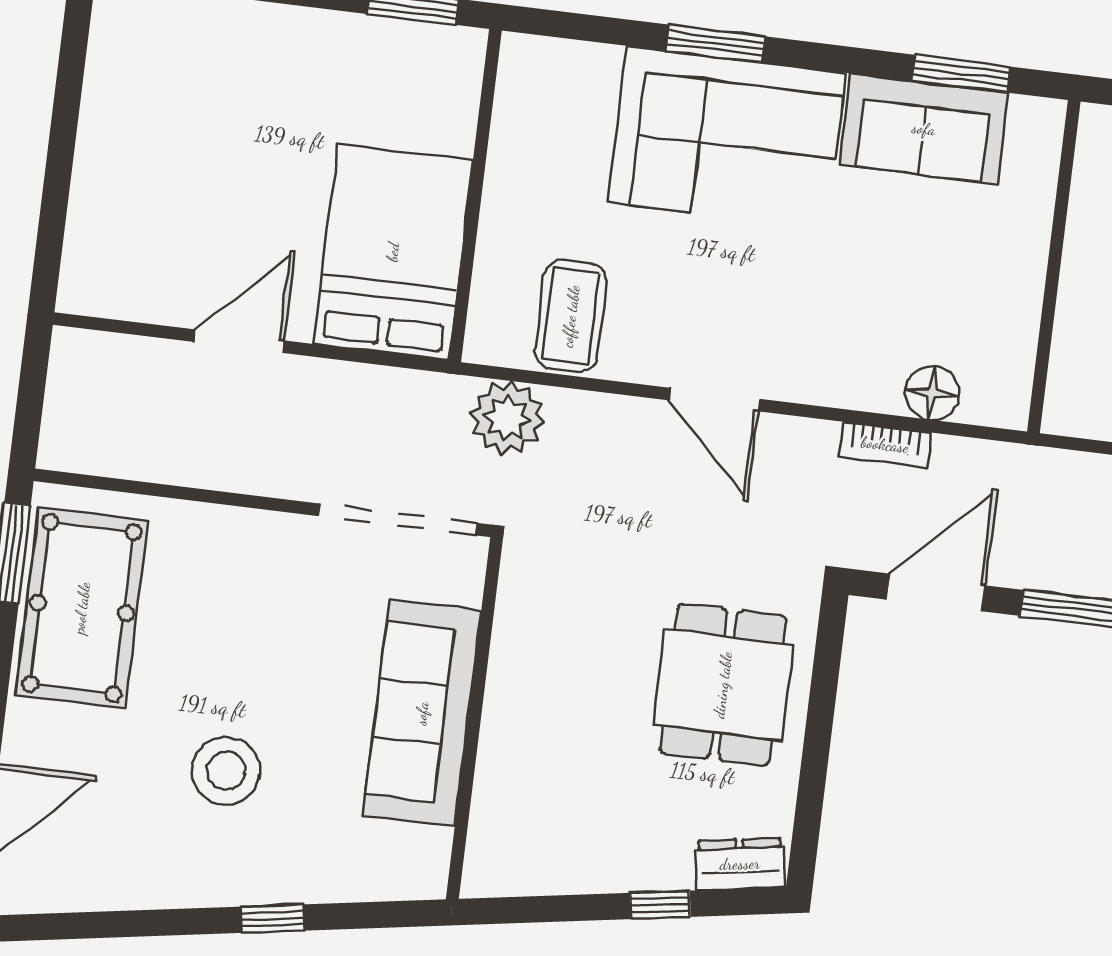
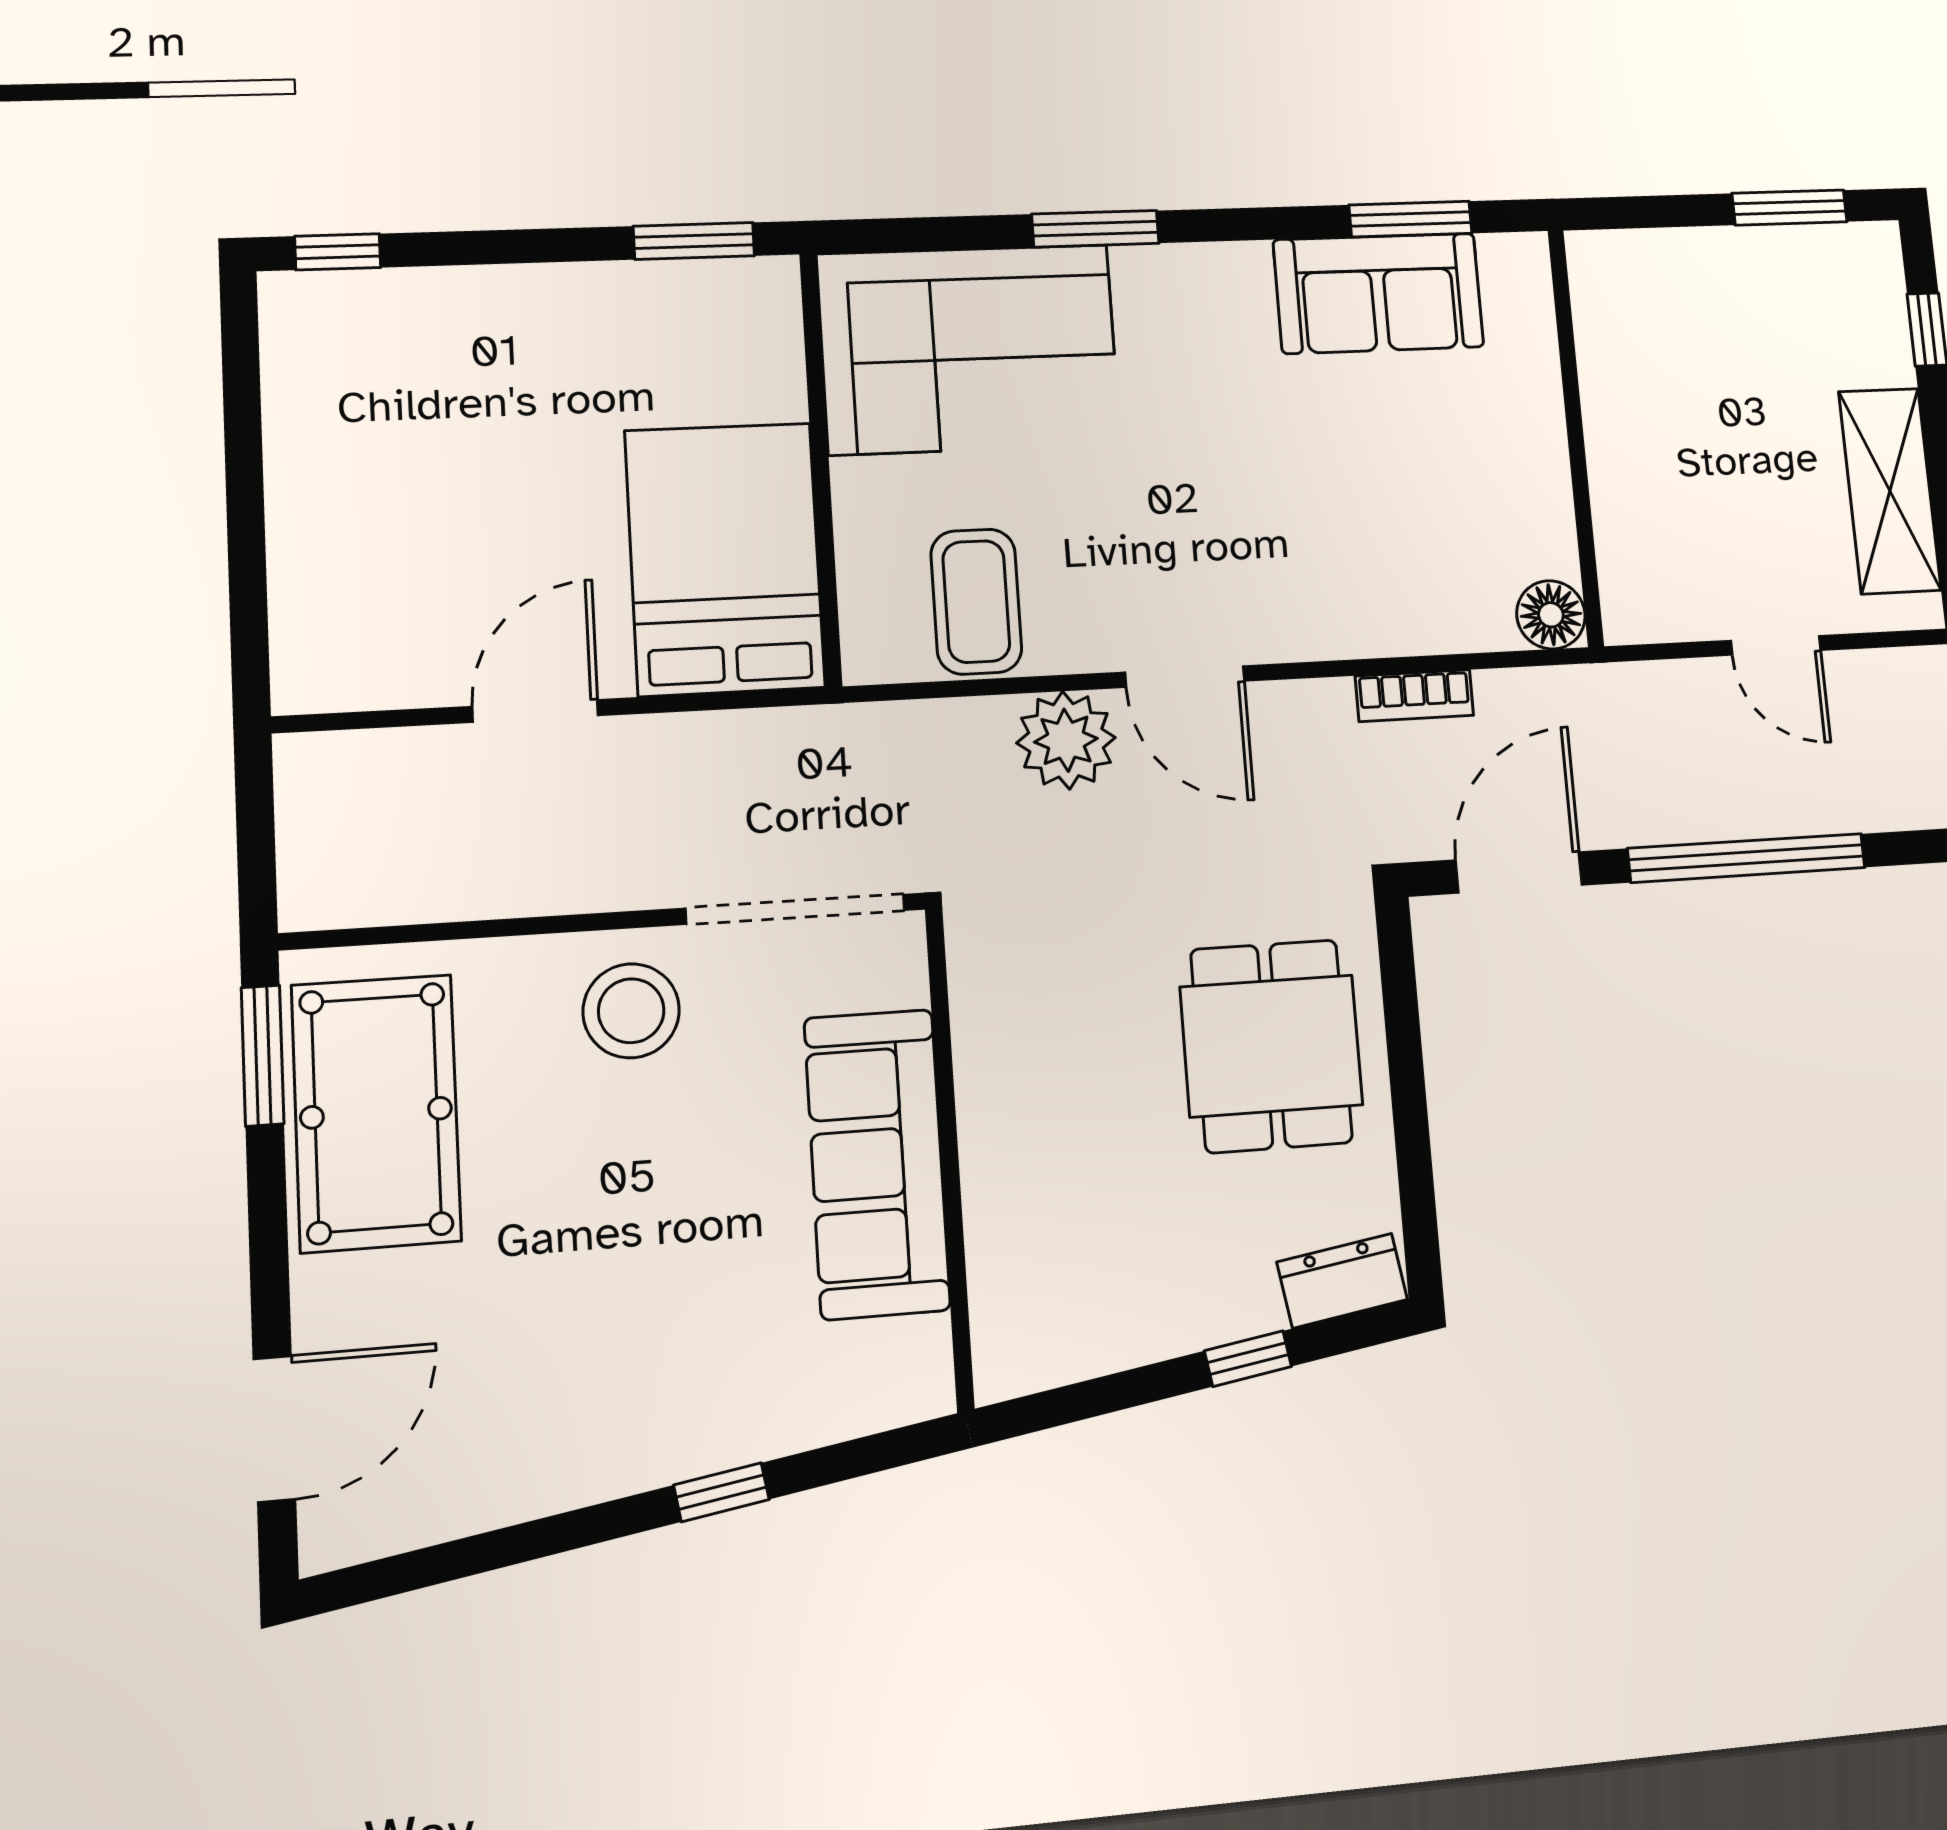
corner sofa: (727, 138) -> (969, 349), moved
floor lamp: (932, 393) -> (1551, 615), moved
plant: (507, 418) -> (1066, 740), moved
stool: (226, 771) -> (631, 1011), moved

